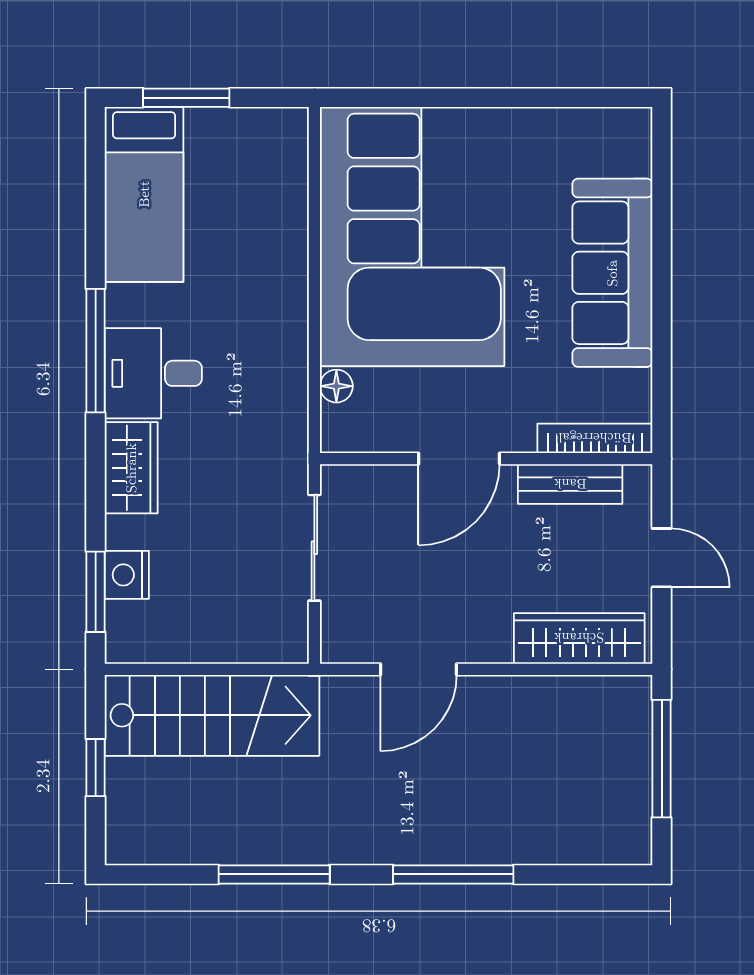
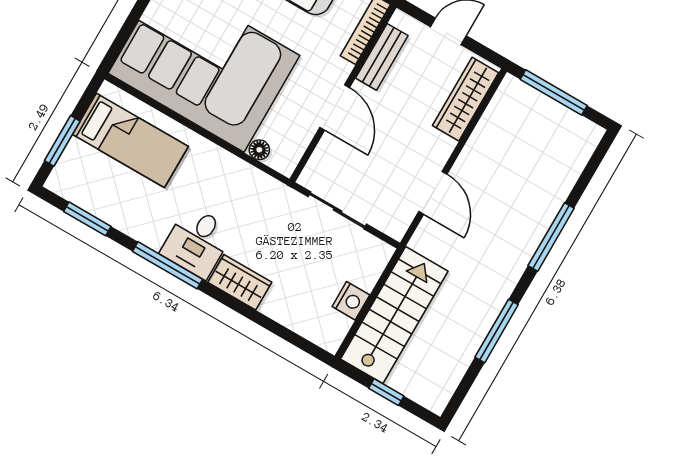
bed: (144, 194) -> (130, 140), moved
nightstand: (127, 575) -> (351, 301), moved, turned -90
window: (96, 592) -> (87, 219), moved

